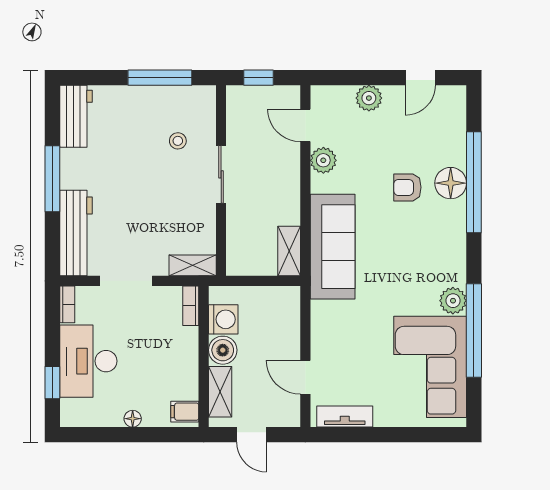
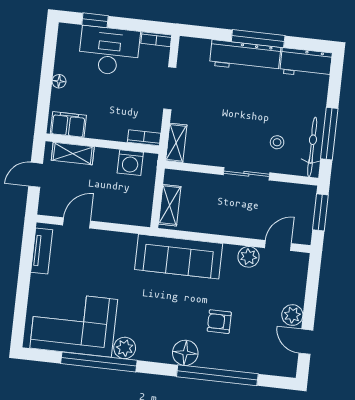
window: (258, 78) -> (320, 212), width x1.50
bicycle: (179, 97) -> (312, 147), added
plant: (369, 98) -> (292, 315), moved
floor lamp: (451, 183) -> (185, 353), moved
armchair: (407, 187) -> (219, 322), turned -90
workbench: (76, 233) -> (245, 56), moved
shelving: (289, 251) -> (170, 205), moved, turned 90
boiler: (223, 350) -> (106, 159), removed
filing cabinet: (185, 412) -> (68, 124), width x2.00

